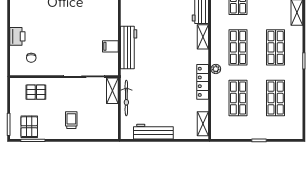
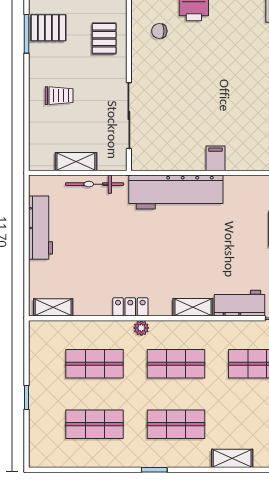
filing cabinet: (110, 46) -> (215, 158), moved
workbench: (129, 47) -> (176, 192), width x1.36, depth x1.32
locker: (203, 82) -> (130, 307), width x0.66
shelving: (112, 91) -> (76, 162), moved

